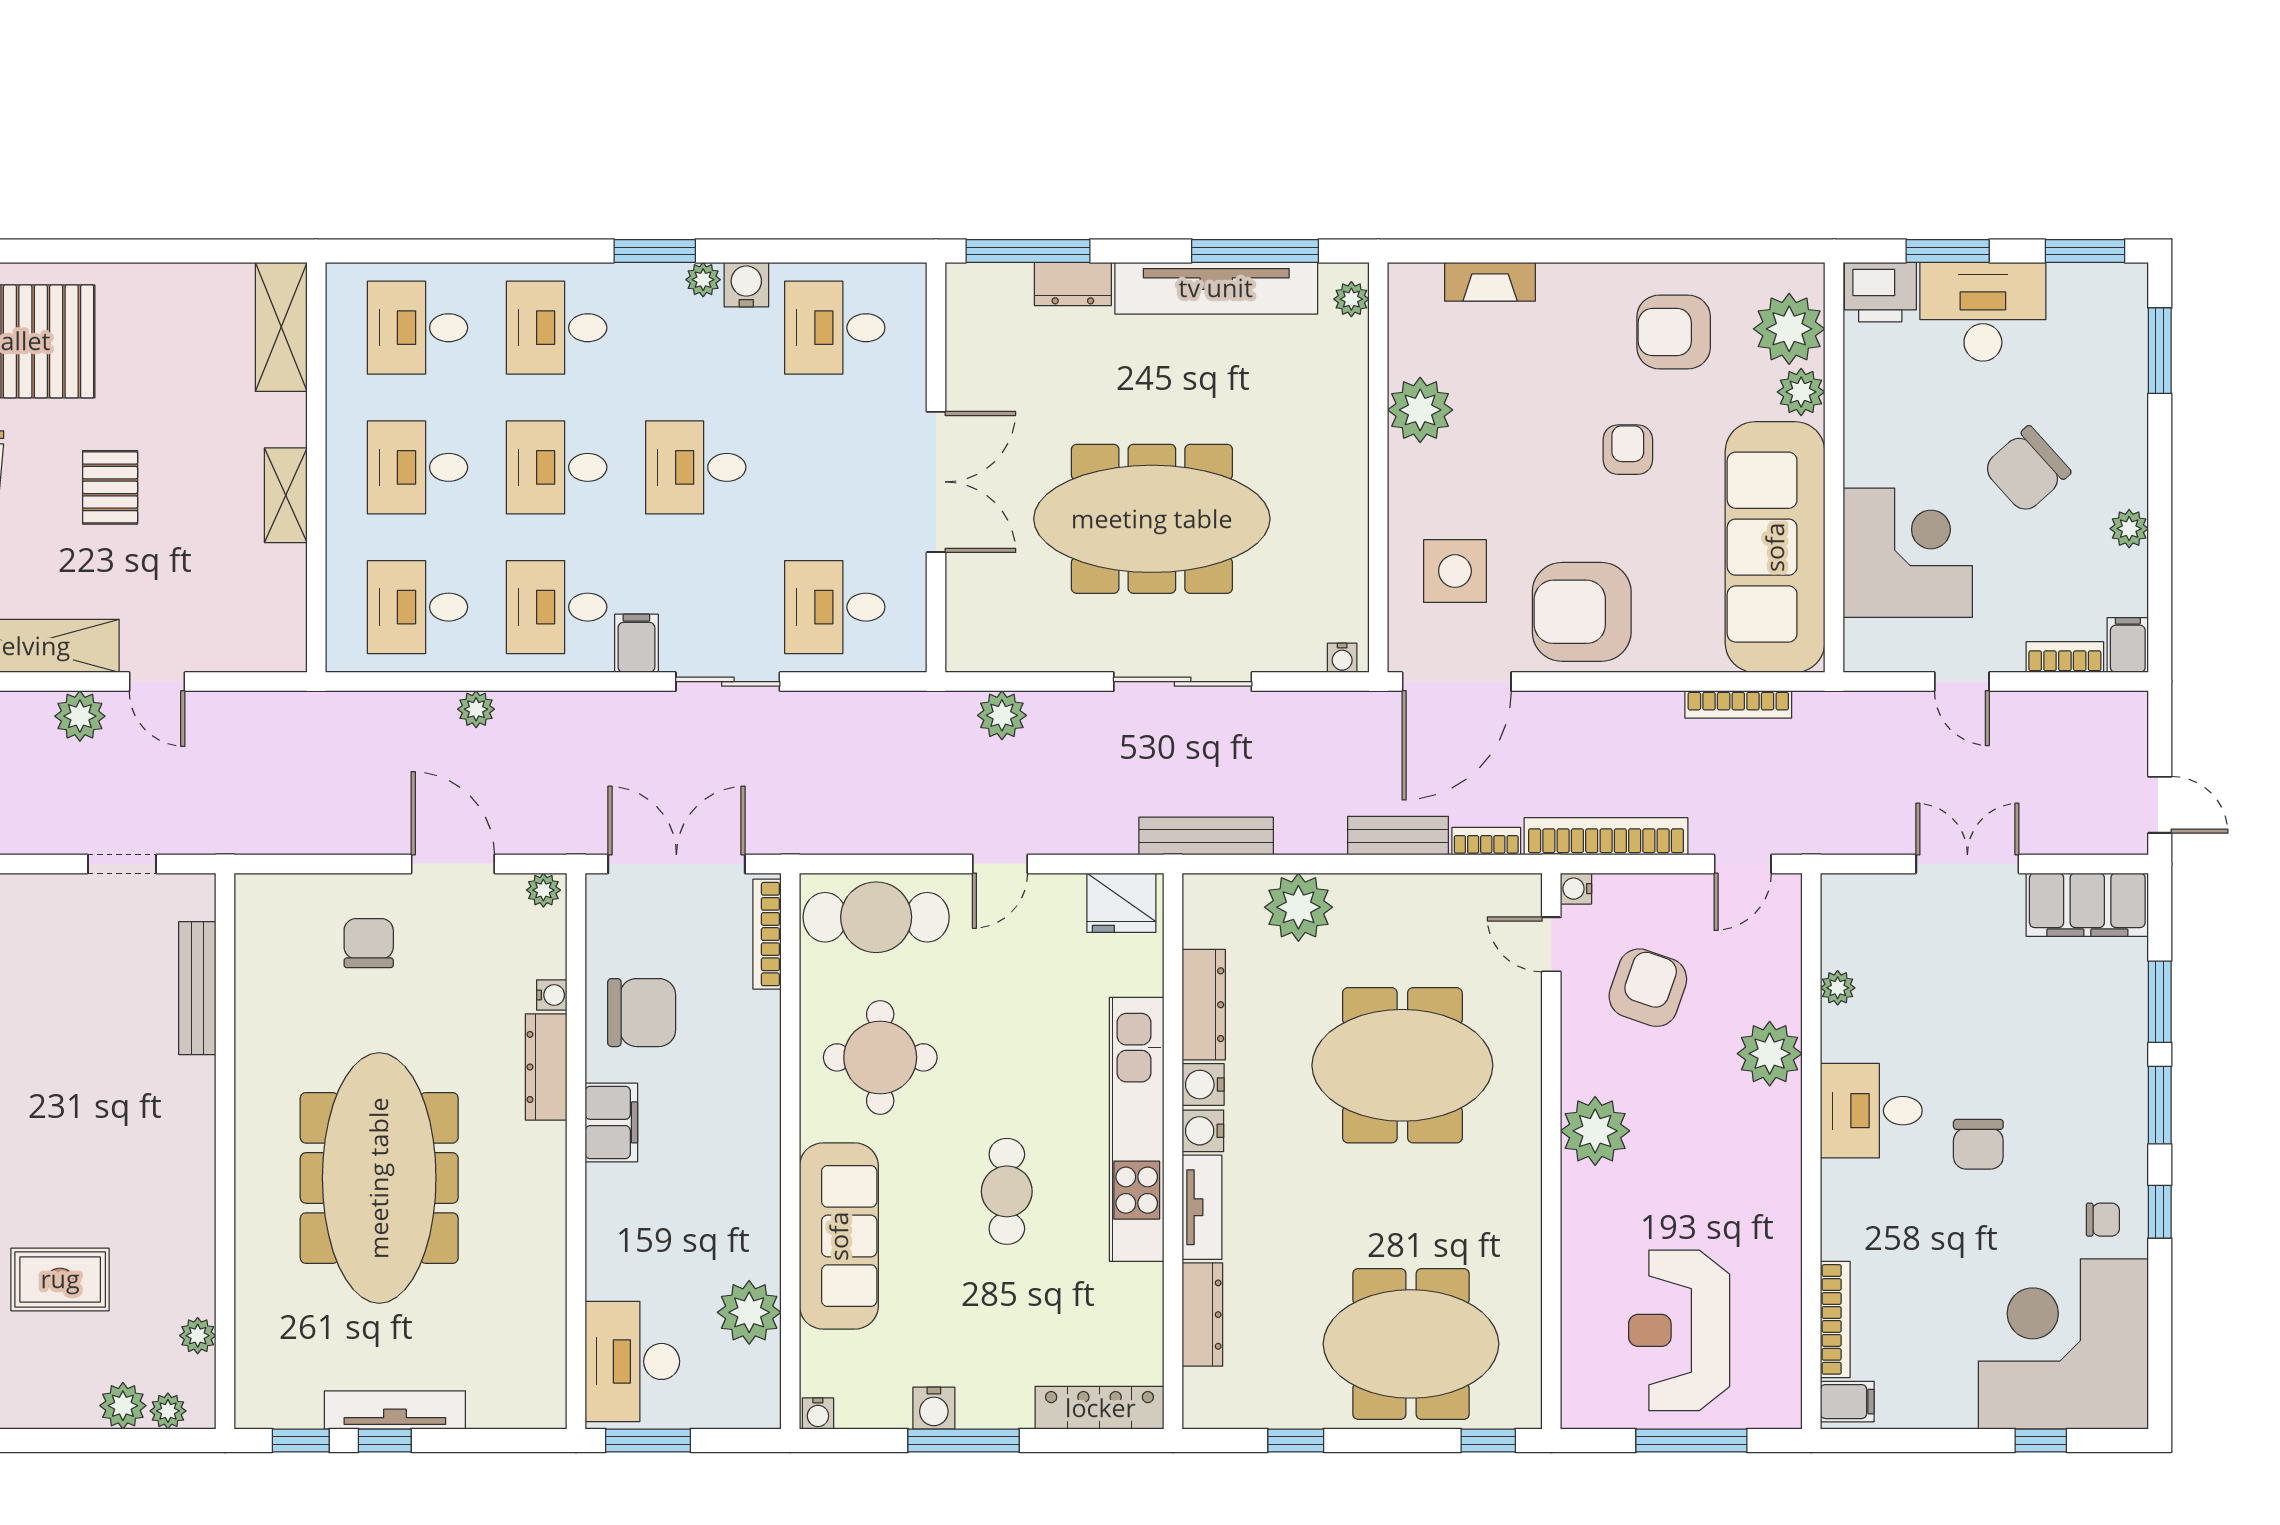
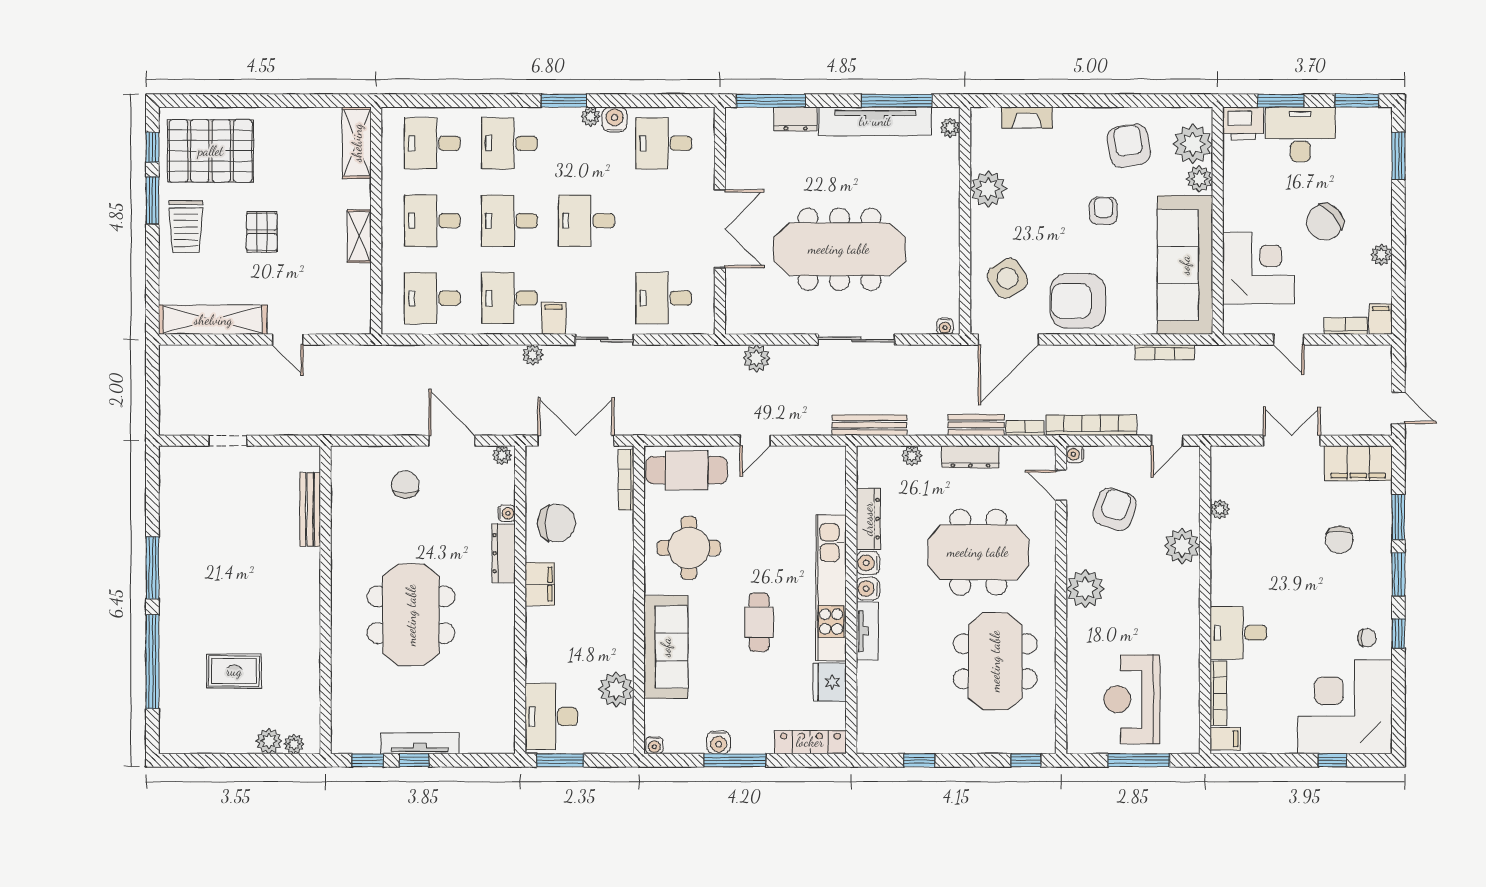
armchair: (1674, 332) -> (1129, 146), turned 81
side table: (1455, 571) -> (1008, 278), turned -33
plant: (476, 709) -> (533, 355), moved
plant: (80, 716) -> (245, 359), removed
doorway: (122, 864) -> (228, 441), moved
fridge: (1121, 903) -> (830, 682), moved, turned 90
plant: (1298, 907) -> (912, 456), width x0.53, depth x0.53
desk: (1871, 1111) -> (1238, 633), moved
chair: (1978, 1144) -> (1339, 540), moved
meeting table: (379, 1178) -> (411, 615), width x0.73
dresser: (1202, 1315) -> (970, 457), moved, turned 90
plant: (198, 1336) -> (310, 702), removed
meeting table: (1411, 1344) -> (995, 661), moved, turned 90

